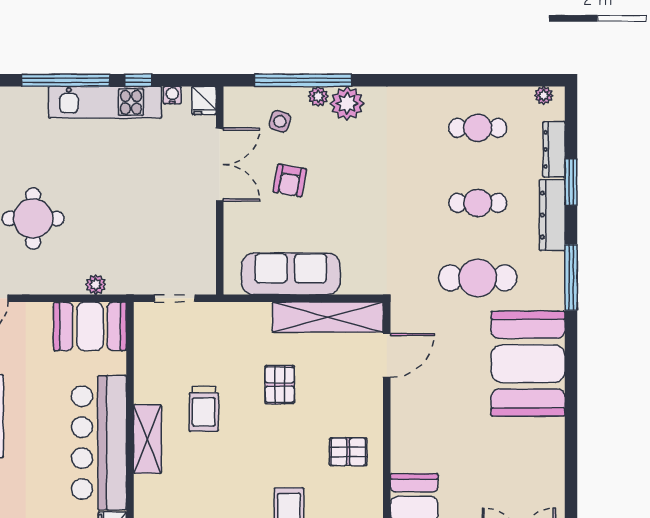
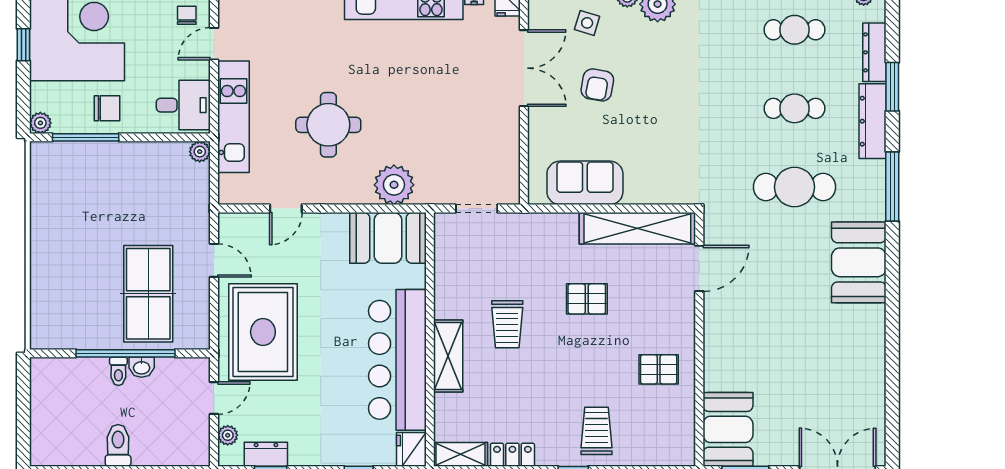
sofa: (291, 274) -> (585, 183), width x0.73
plant: (96, 285) -> (394, 185), width x1.87, depth x1.87
booth: (528, 364) -> (859, 262), width x0.73, depth x0.70
pallet: (280, 385) -> (587, 299), turned 90

